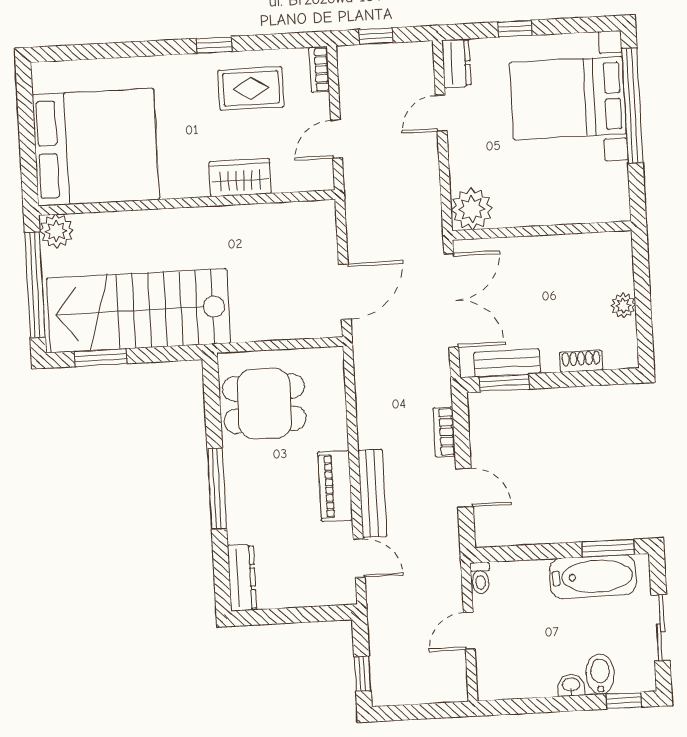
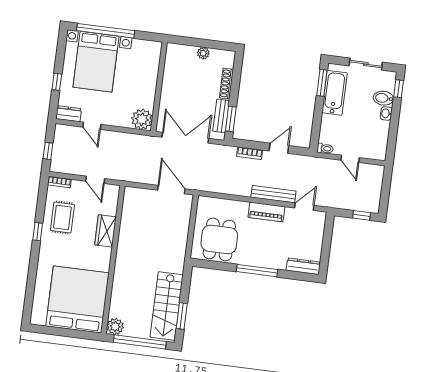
stairs: (138, 311) -> (167, 306), width x0.73, depth x0.66
shoe rack: (581, 361) -> (226, 84), width x1.43

